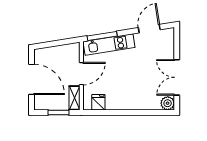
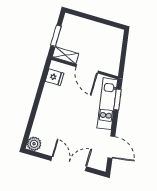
window: (102, 36) -> (117, 99), width x0.69
double door: (177, 77) -> (69, 164), moved
door: (31, 79) -> (96, 19), removed

